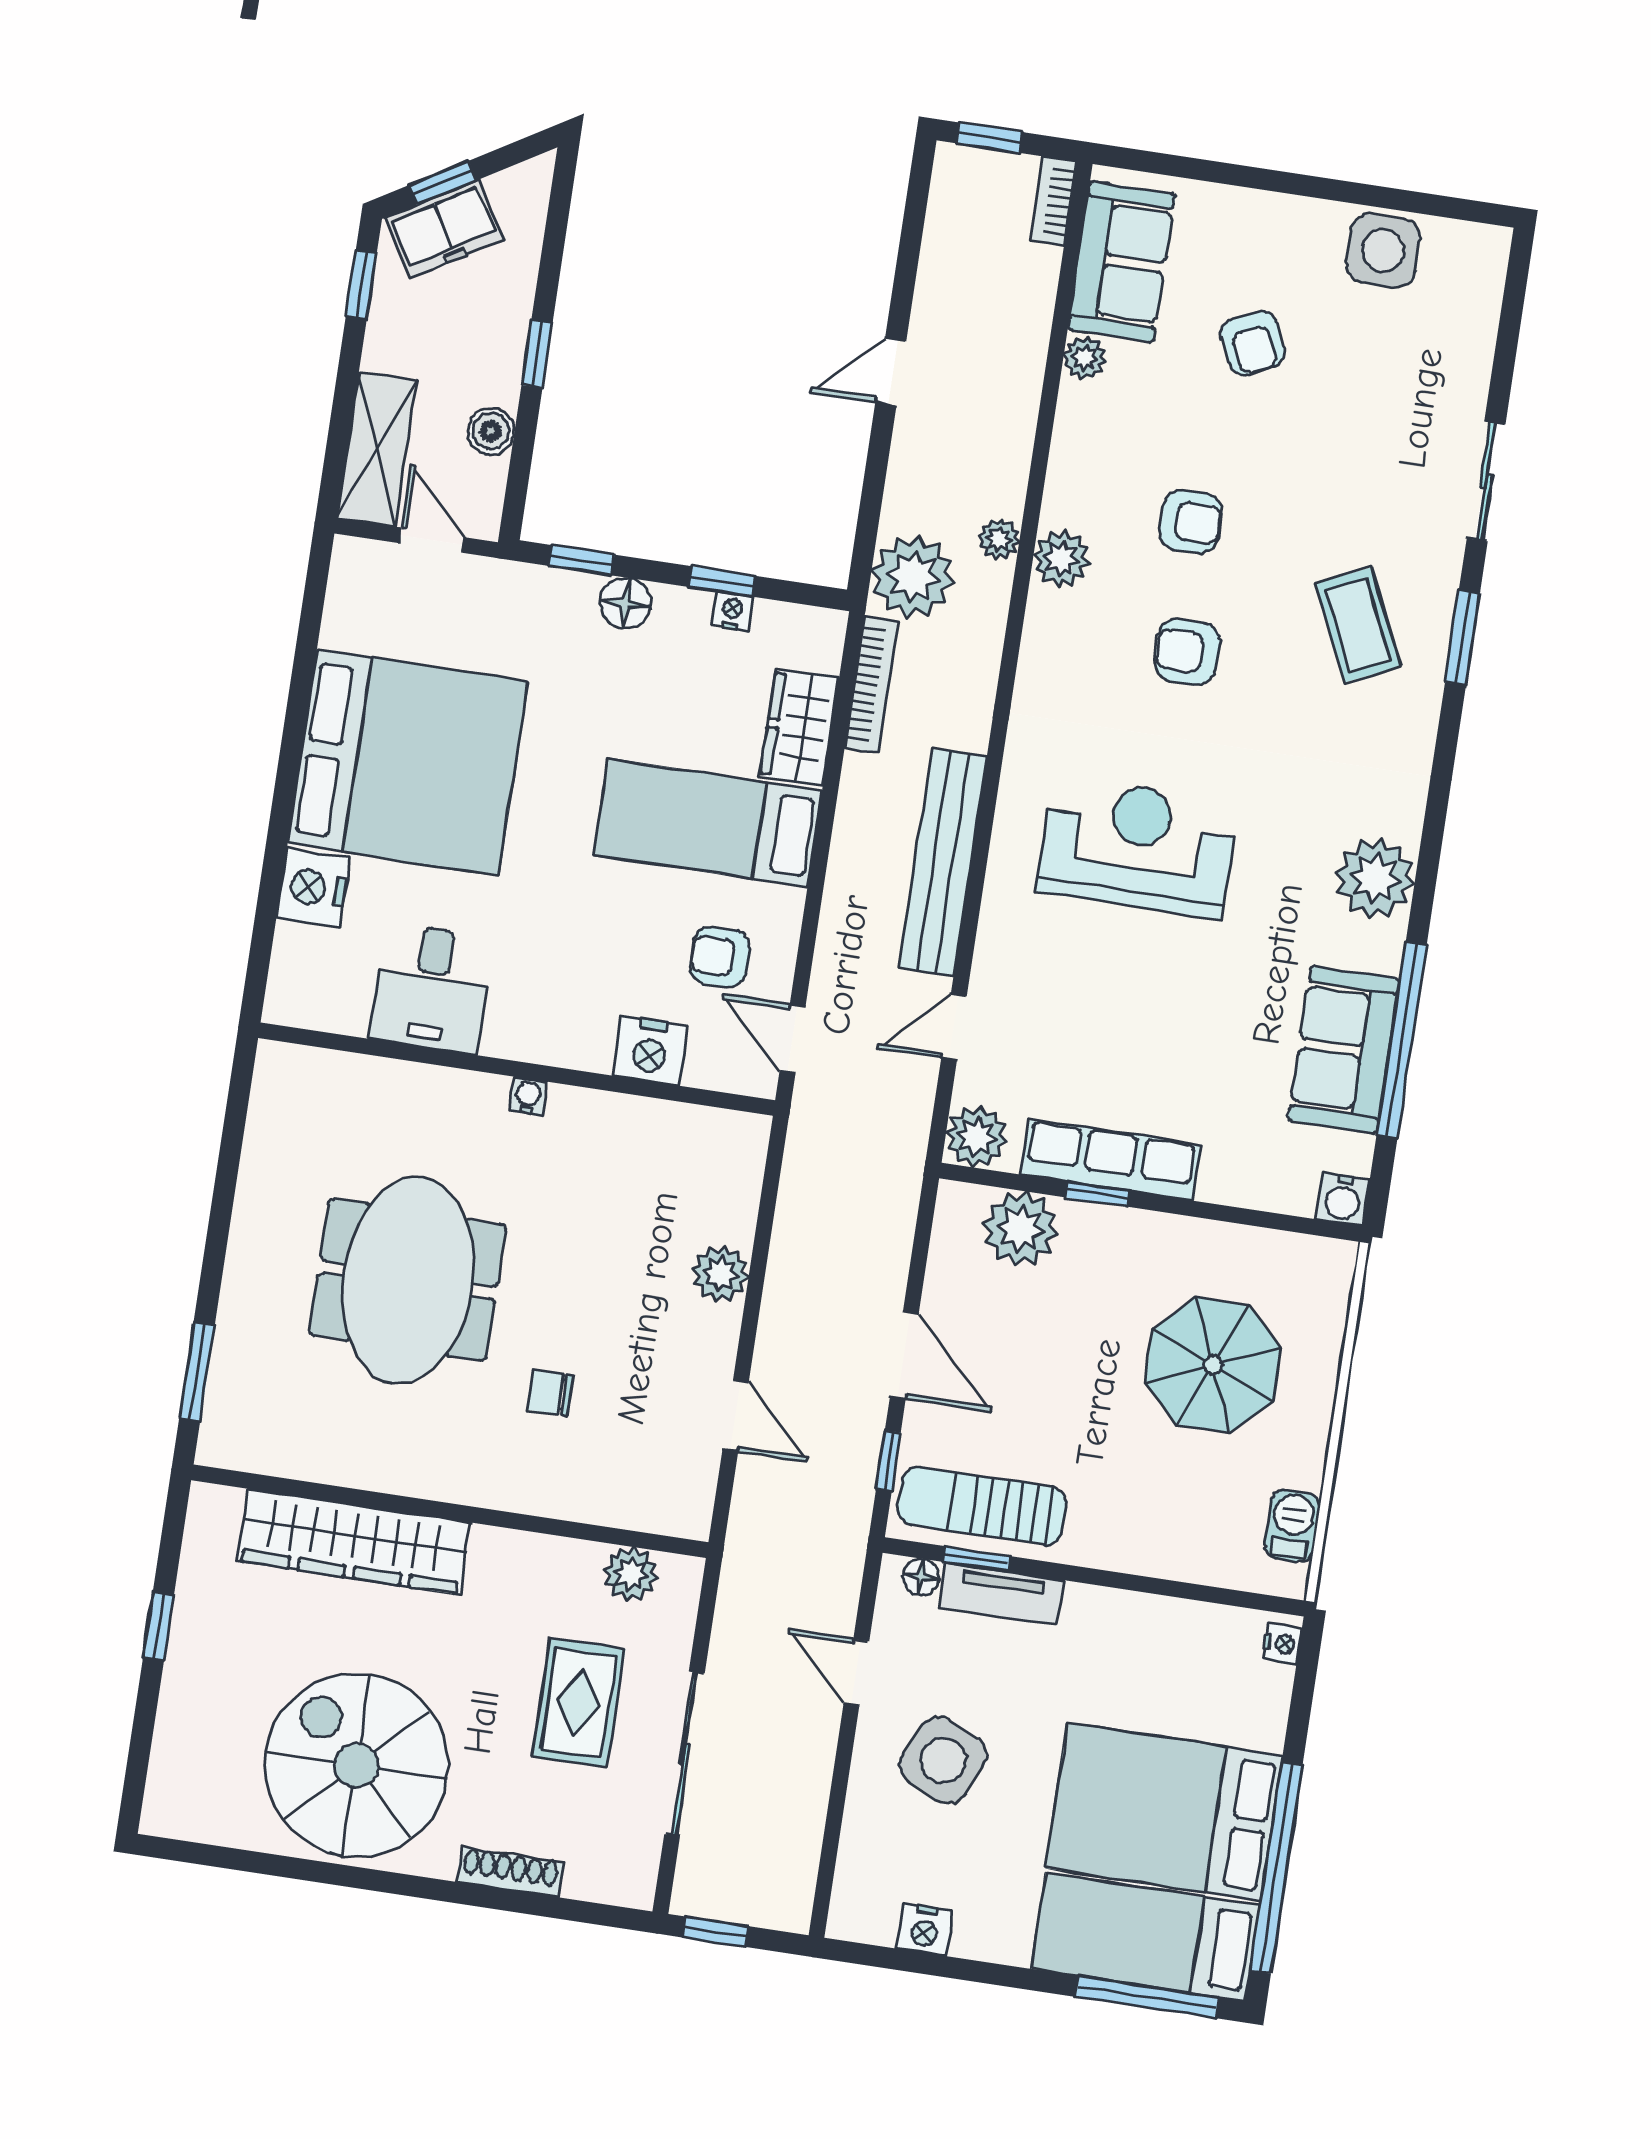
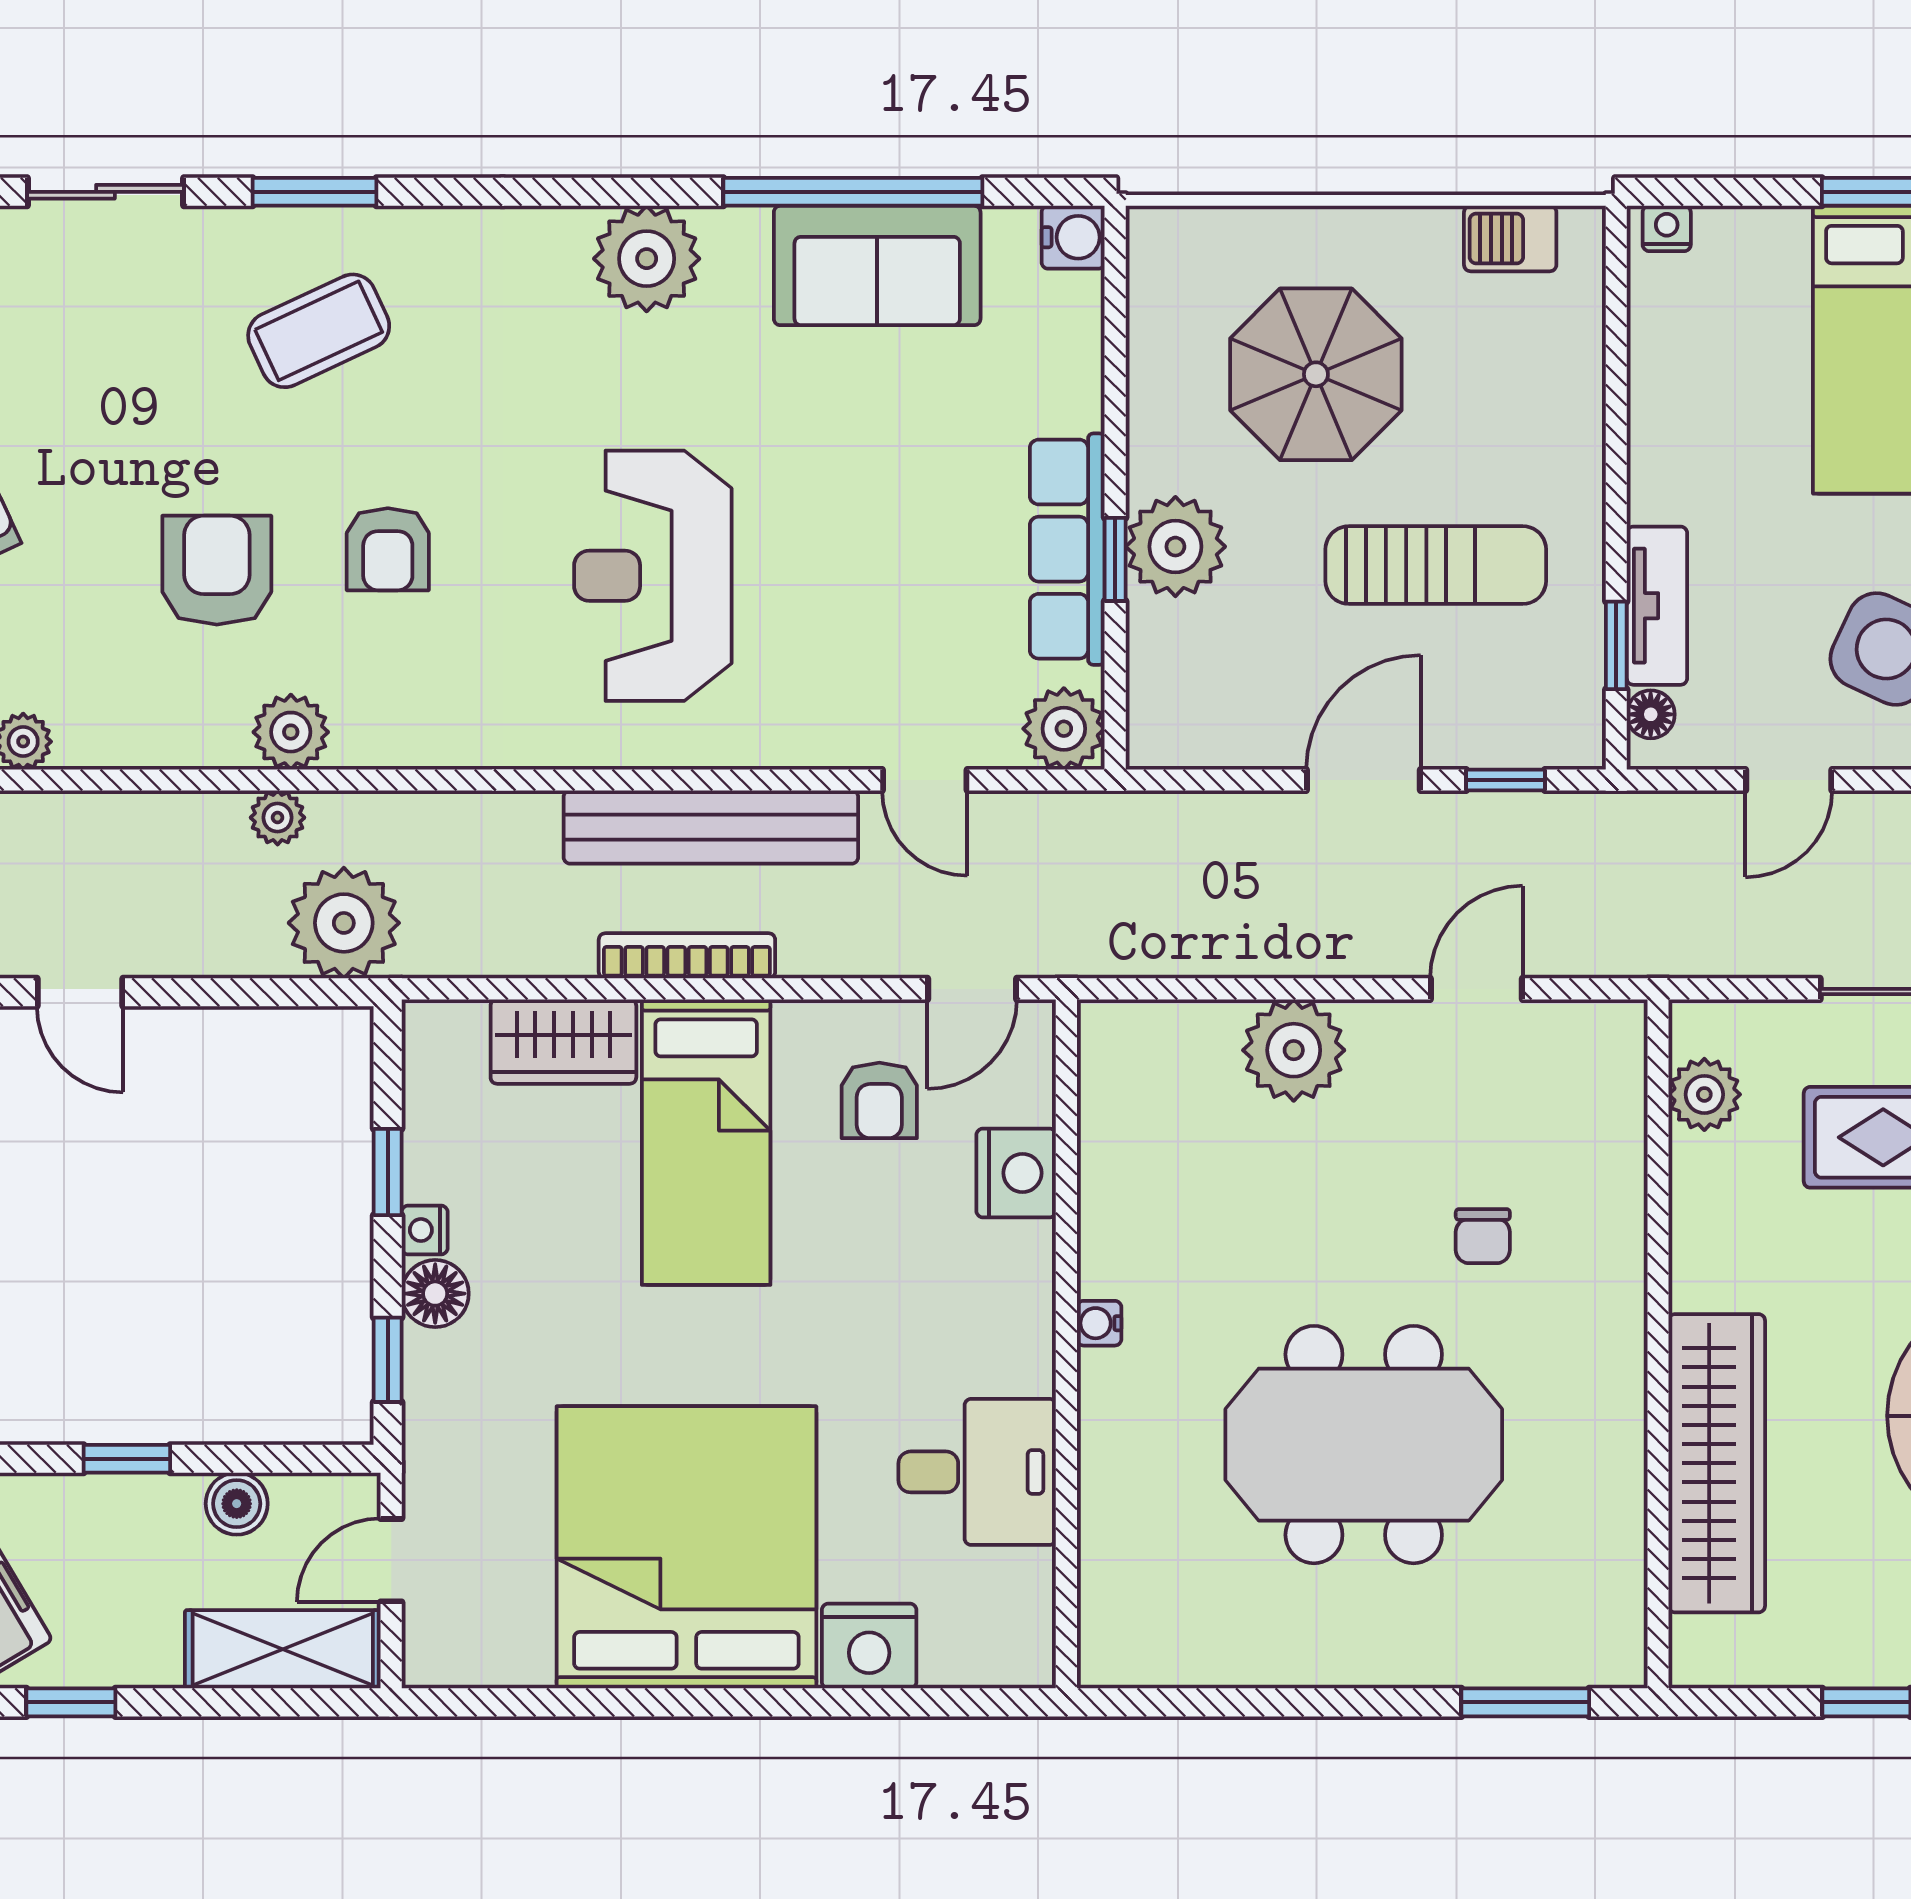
armchair: (1191, 522) -> (217, 570), width x1.38, depth x1.38
nightstand: (732, 611) -> (425, 1230), moved
bookcase: (871, 685) -> (687, 956), moved
plant: (1021, 1229) -> (1175, 547), moved
plant: (721, 1274) -> (1294, 1050), width x1.36, depth x1.36
sun lounger: (982, 1506) -> (1436, 565), moved, turned -90

